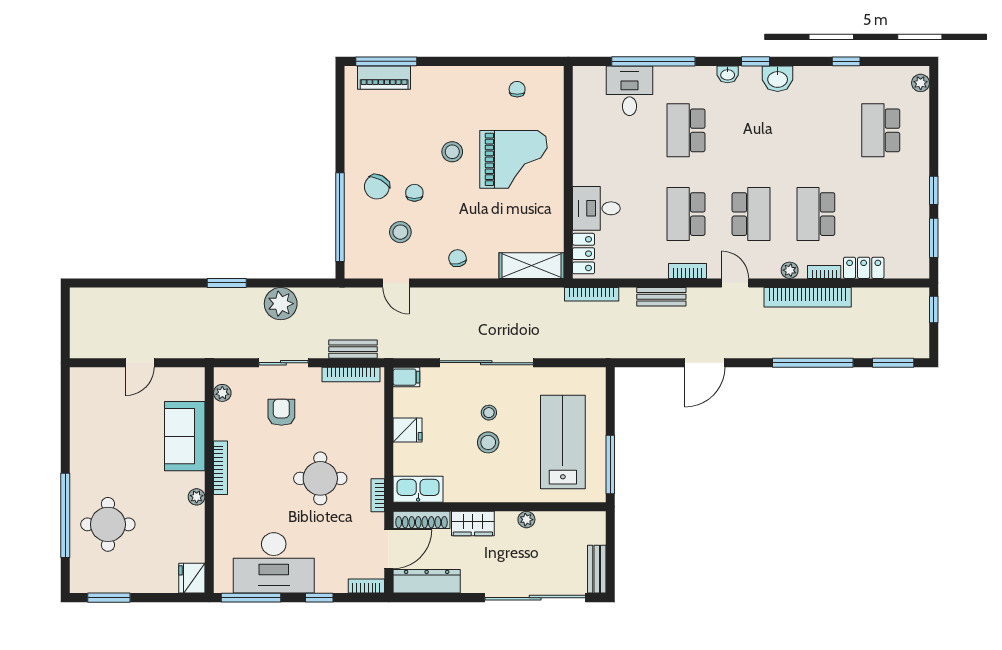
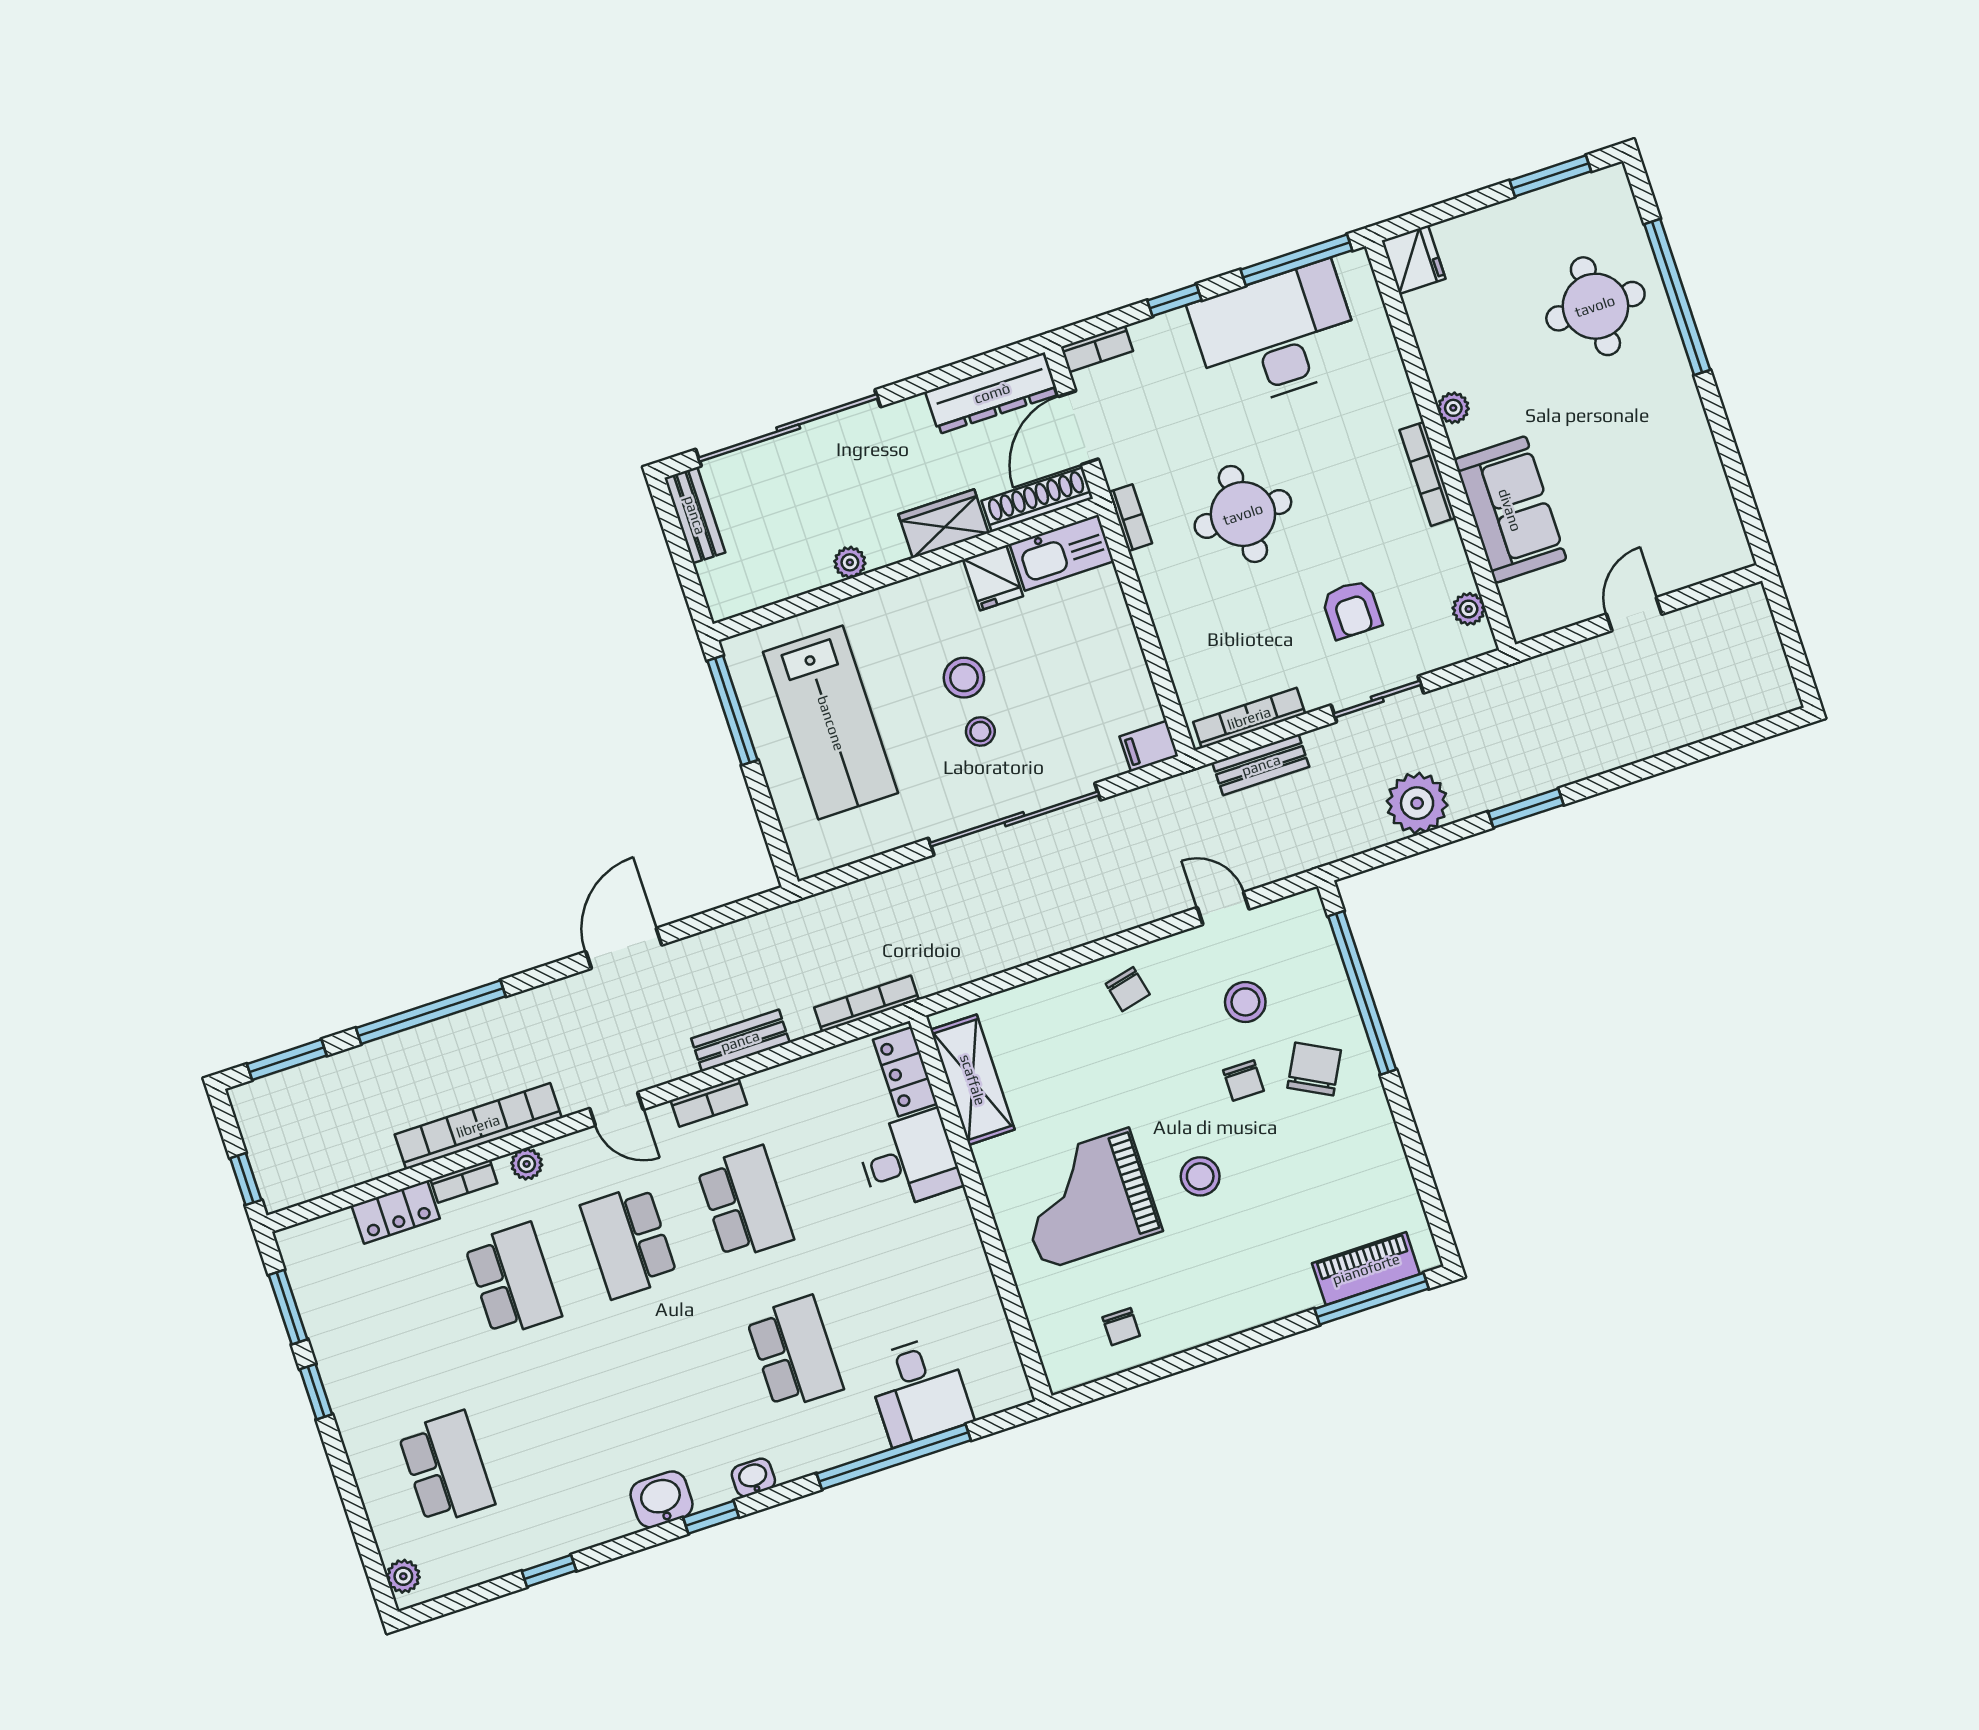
shelving: (531, 266) -> (973, 1080), moved, turned 90
fridge: (408, 430) -> (993, 578), moved, turned -90

